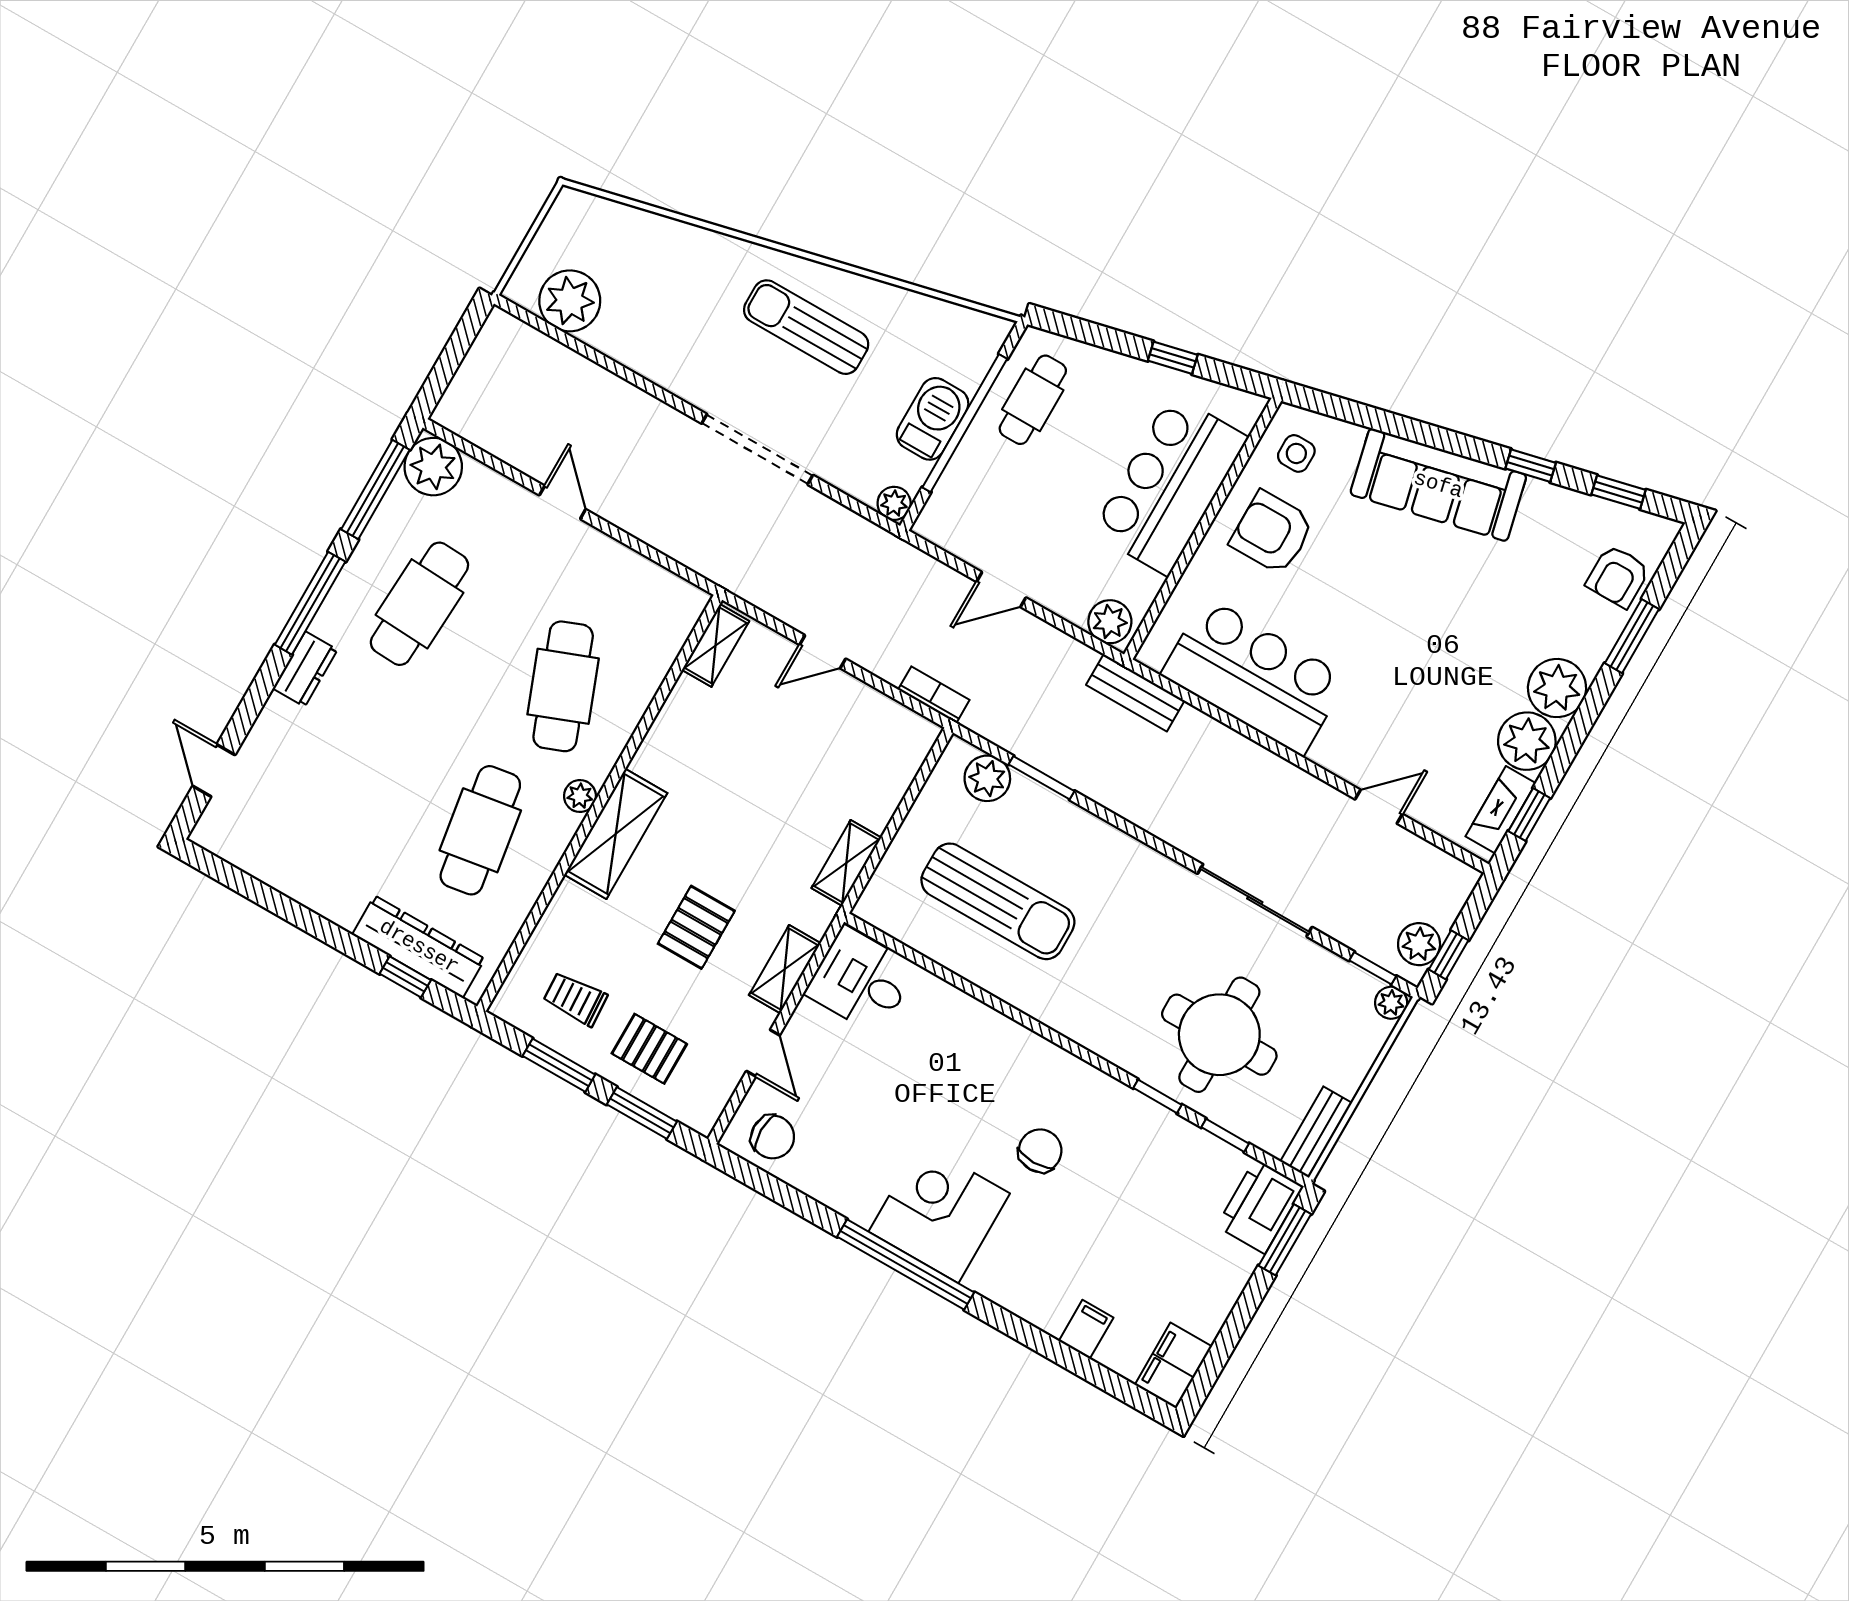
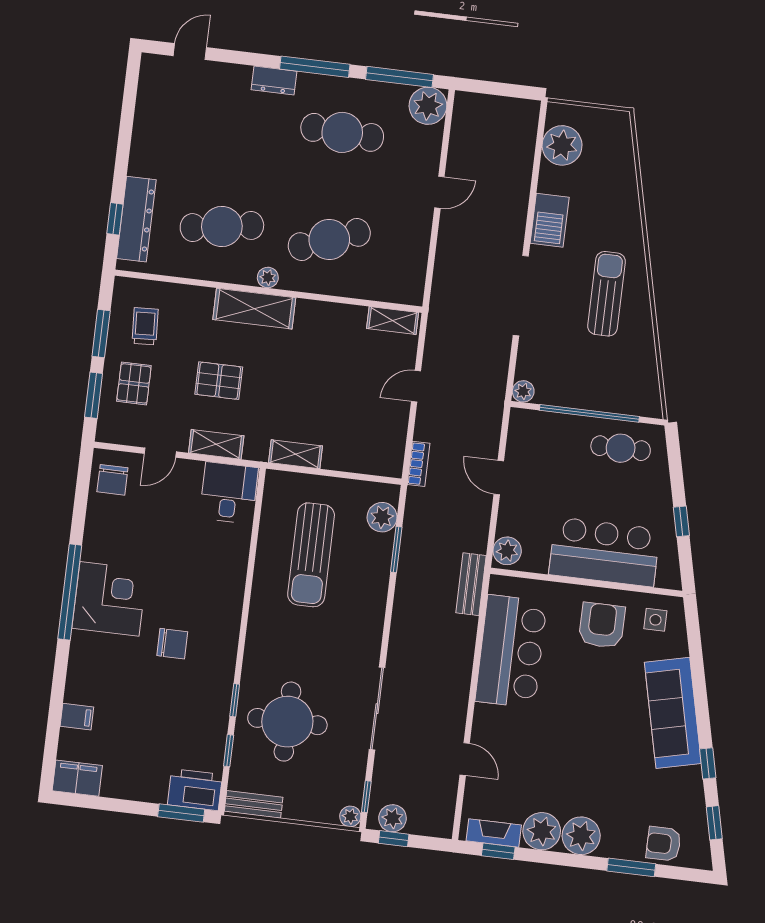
barbecue: (933, 419) -> (550, 220), moved, turned 90
door: (823, 652) -> (416, 386), hinge flipped

